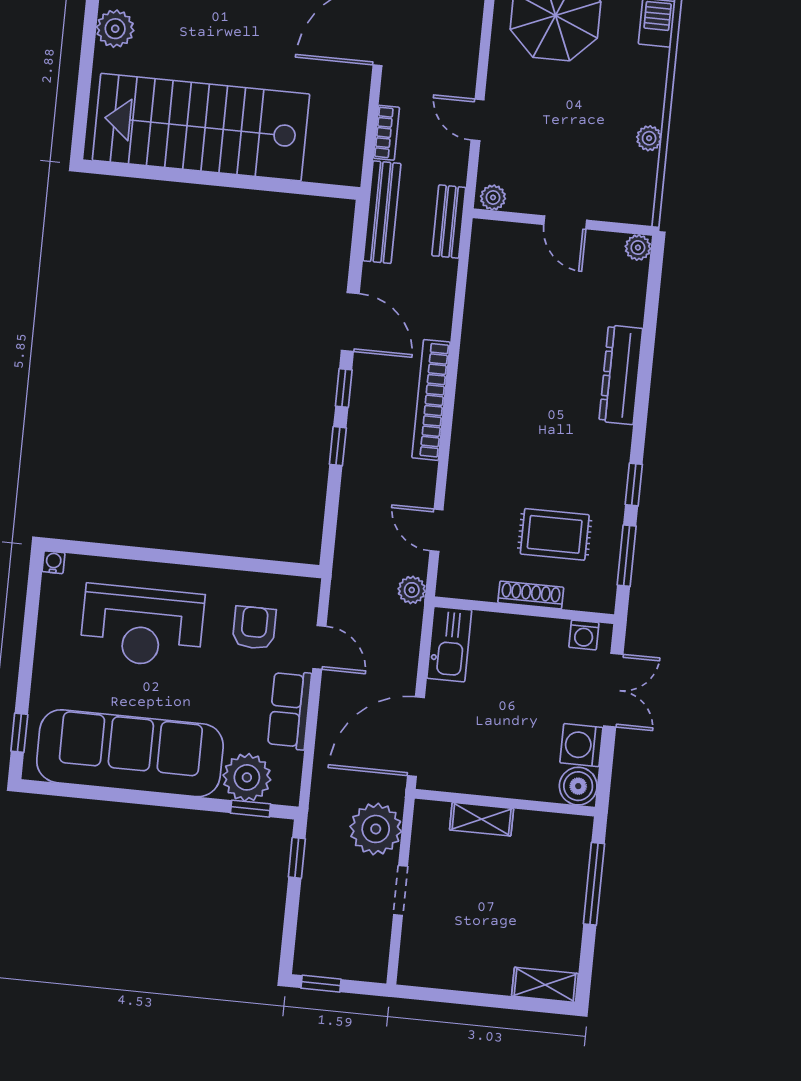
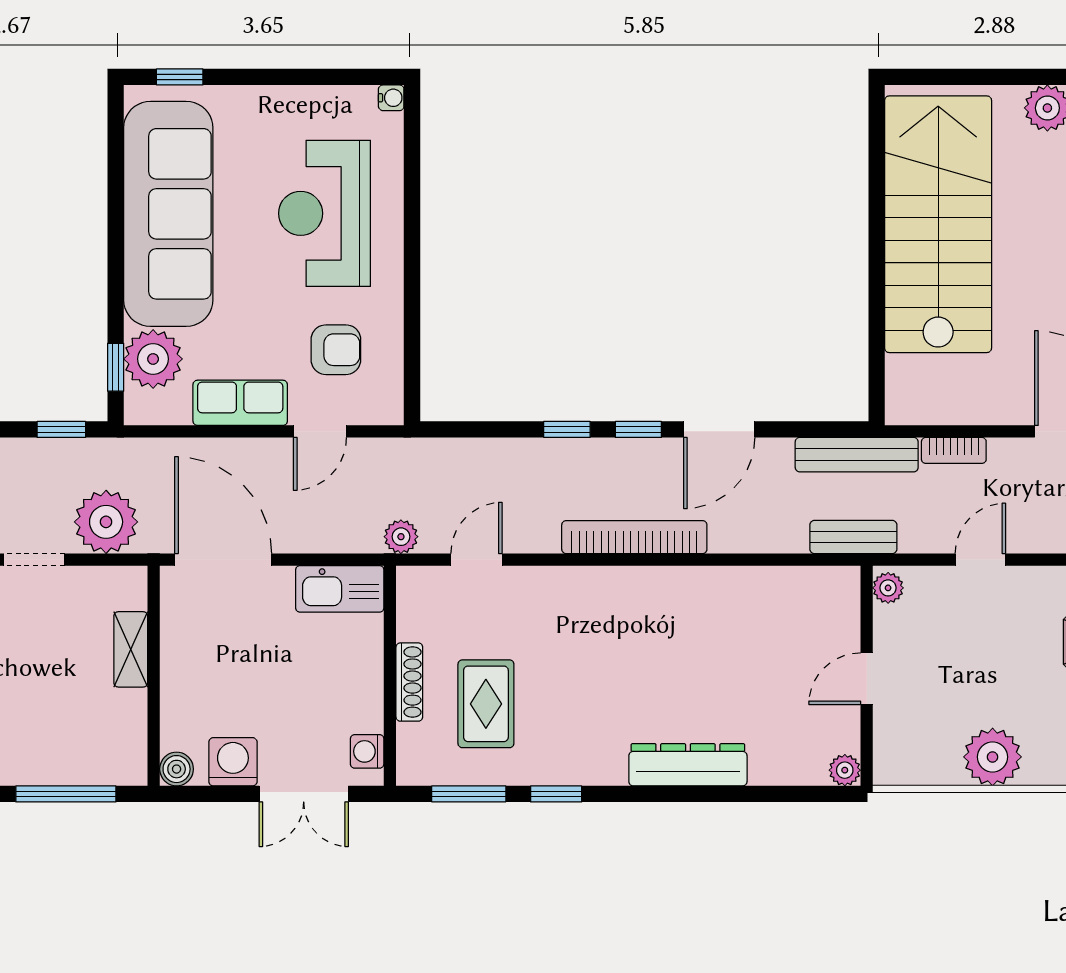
plant: (649, 138) -> (993, 757), width x1.87, depth x1.87
boiler: (578, 786) -> (177, 769), width x0.73, depth x0.73

